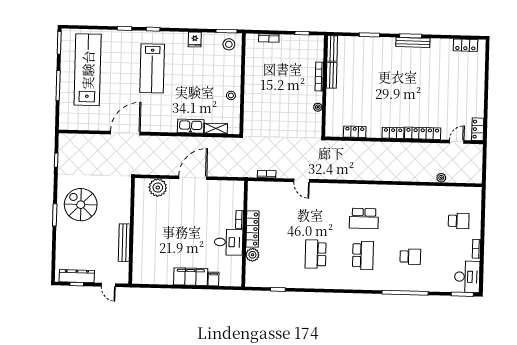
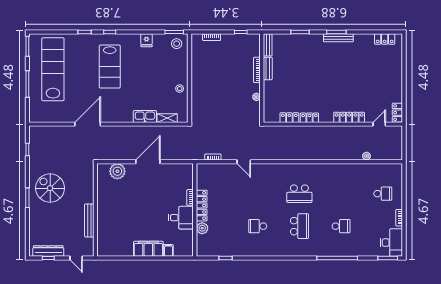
locker: (393, 133) -> (309, 118), moved
school desk: (316, 254) -> (258, 226), width x0.54

